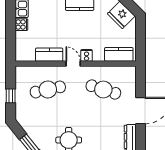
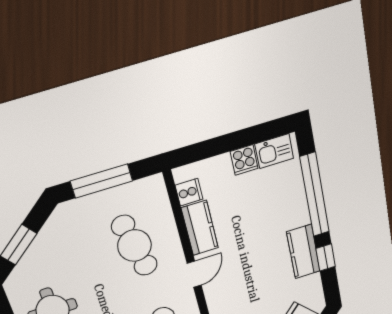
cooker: (87, 55) -> (189, 192), moved
window: (11, 96) -> (101, 181), width x2.17

